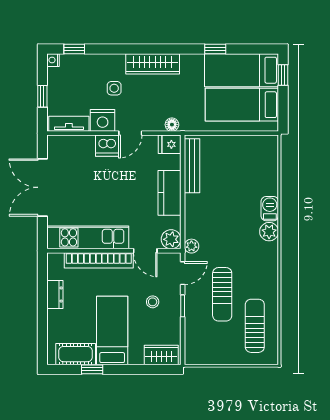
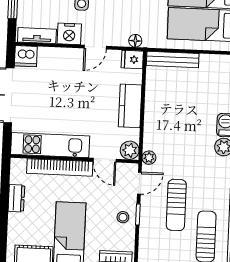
dishwasher: (107, 146) -> (26, 56), moved
bench: (192, 166) -> (173, 60), moved, turned 90
stool: (153, 302) -> (123, 217), moved

